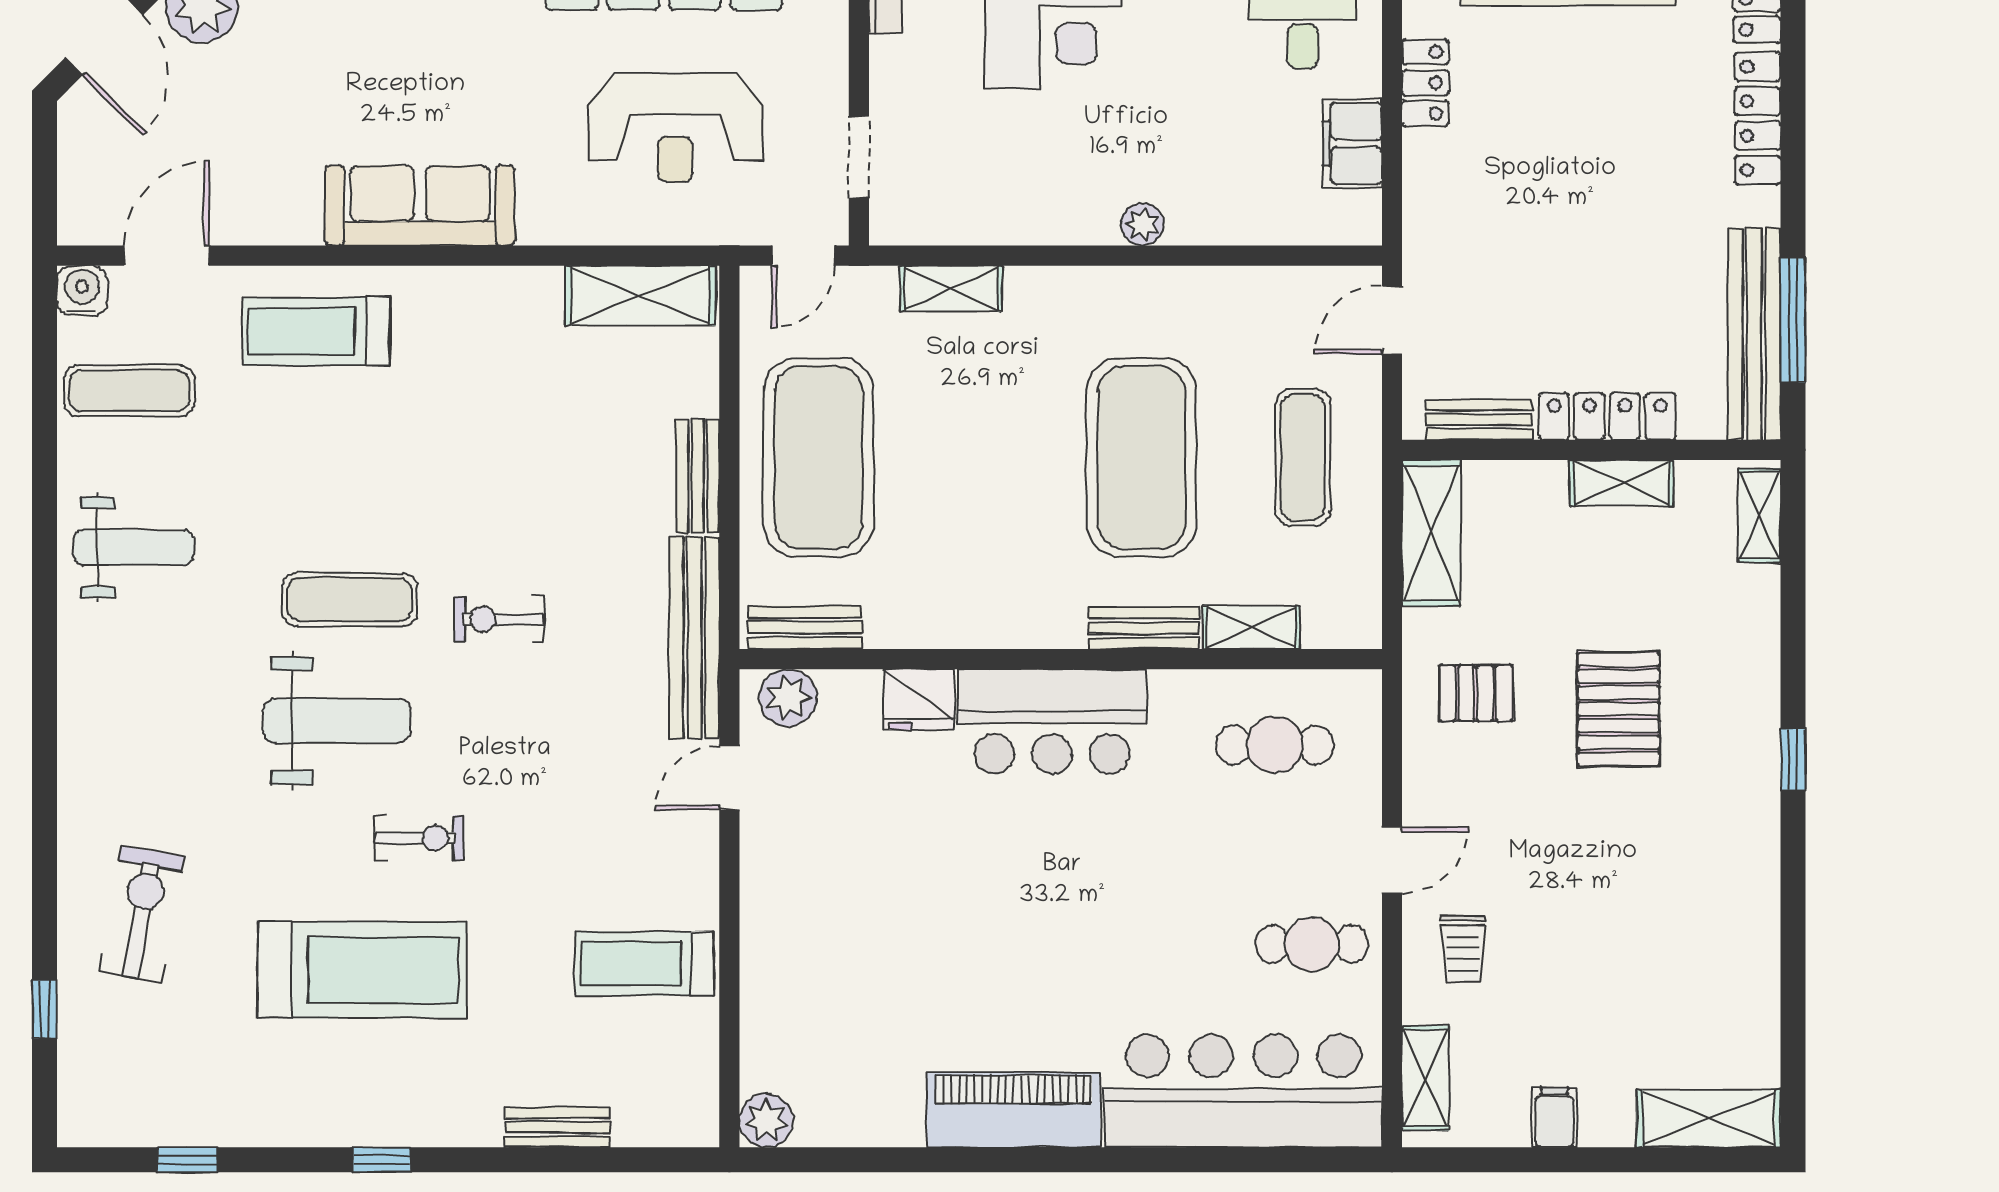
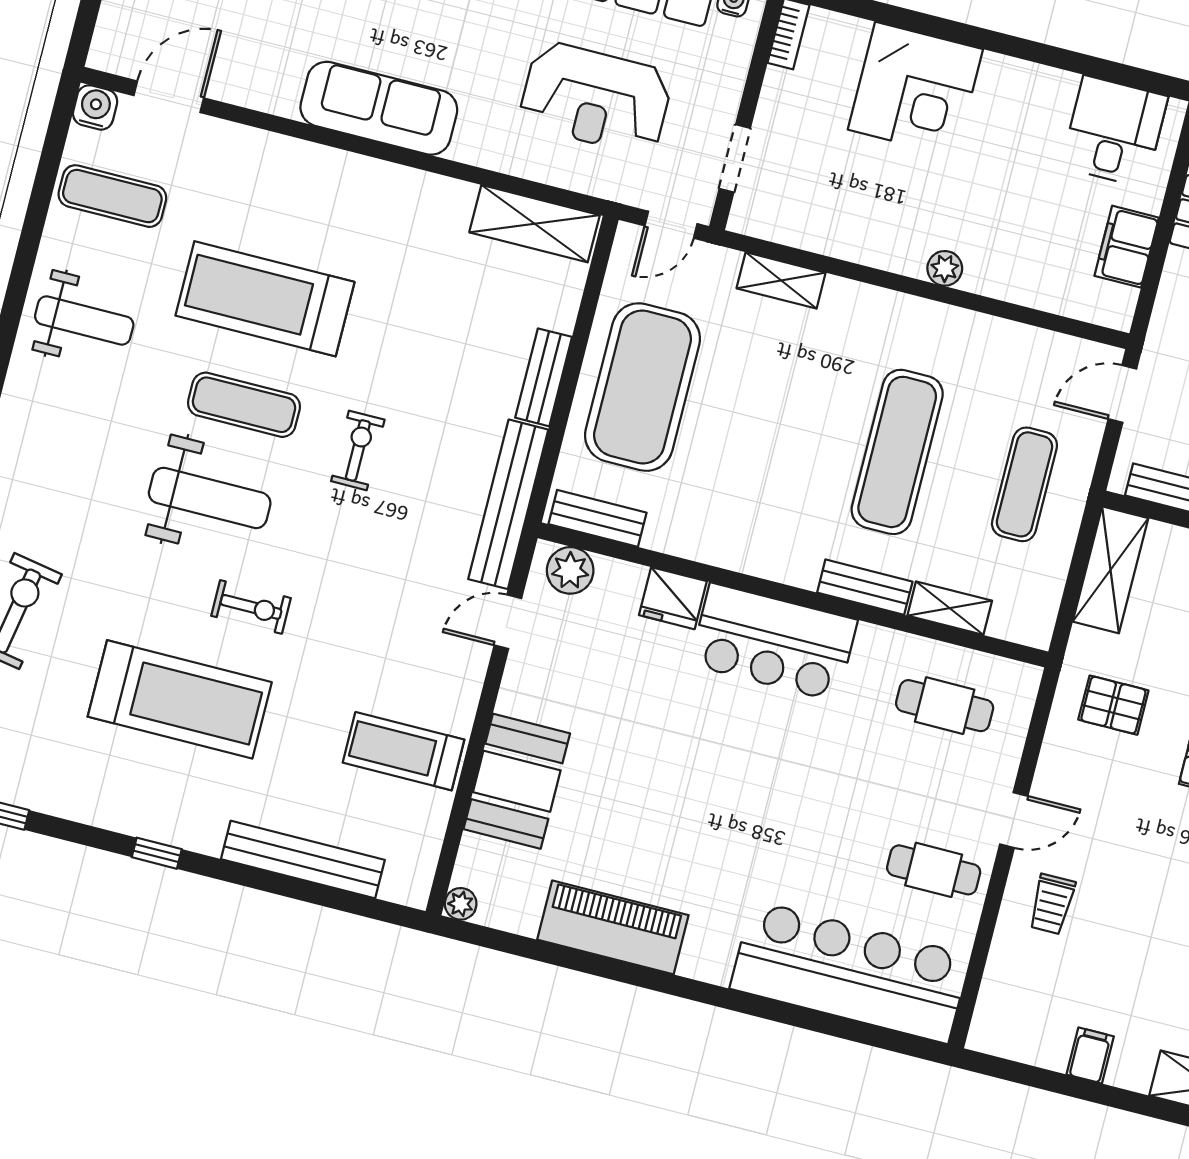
treadmill: (316, 331) -> (265, 299), moved, width x1.37, depth x1.38
exercise mat: (1141, 457) -> (897, 452), width x0.68
exercise bike: (499, 619) -> (358, 450), turned 90
booth: (788, 965) -> (517, 781), added
shelving: (1426, 1078) -> (996, 998), removed
piano: (1014, 1110) -> (613, 927), moved
plant: (766, 1121) -> (461, 904), width x0.73, depth x0.73
bench: (558, 1127) -> (303, 860), width x1.86, depth x1.21

